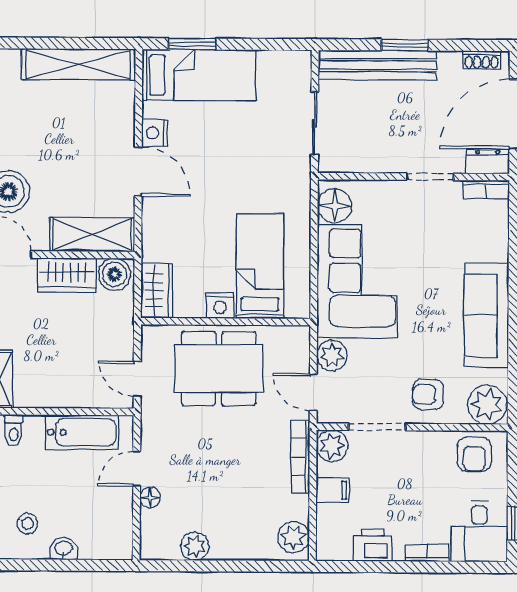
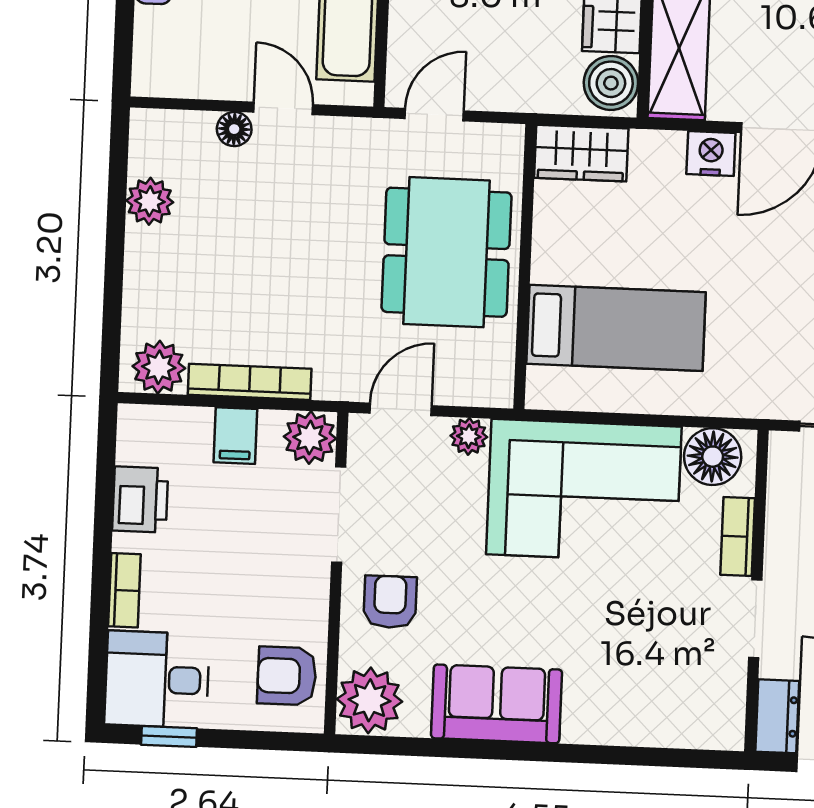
bookcase: (486, 190) -> (738, 537), moved
nightstand: (220, 305) -> (711, 154), moved, turned 90
sofa: (486, 315) -> (497, 704), width x0.73
plant: (332, 355) -> (469, 436), width x0.73, depth x0.73
bookcase: (300, 457) -> (250, 382), moved

